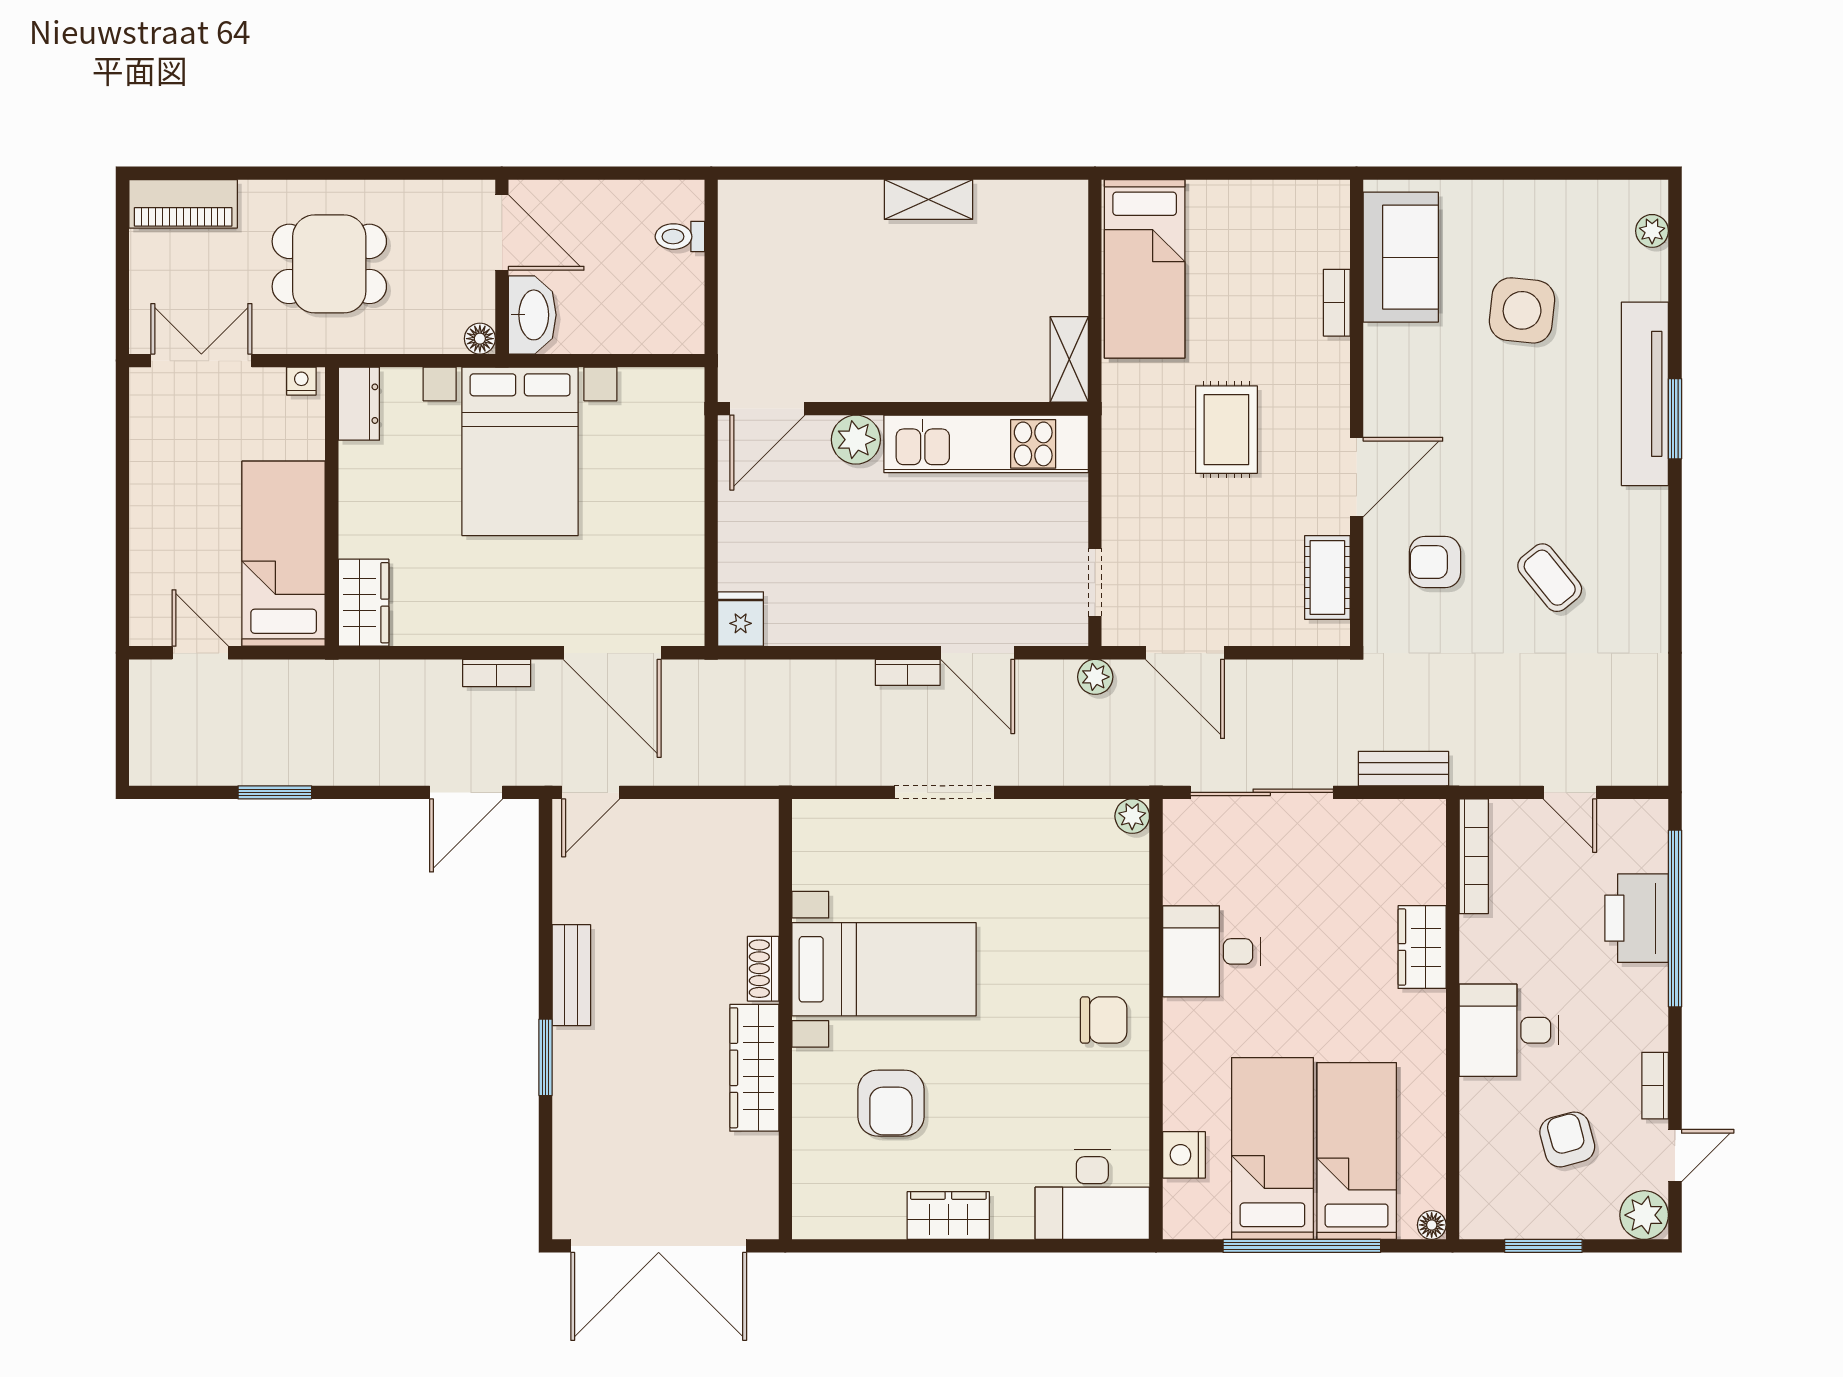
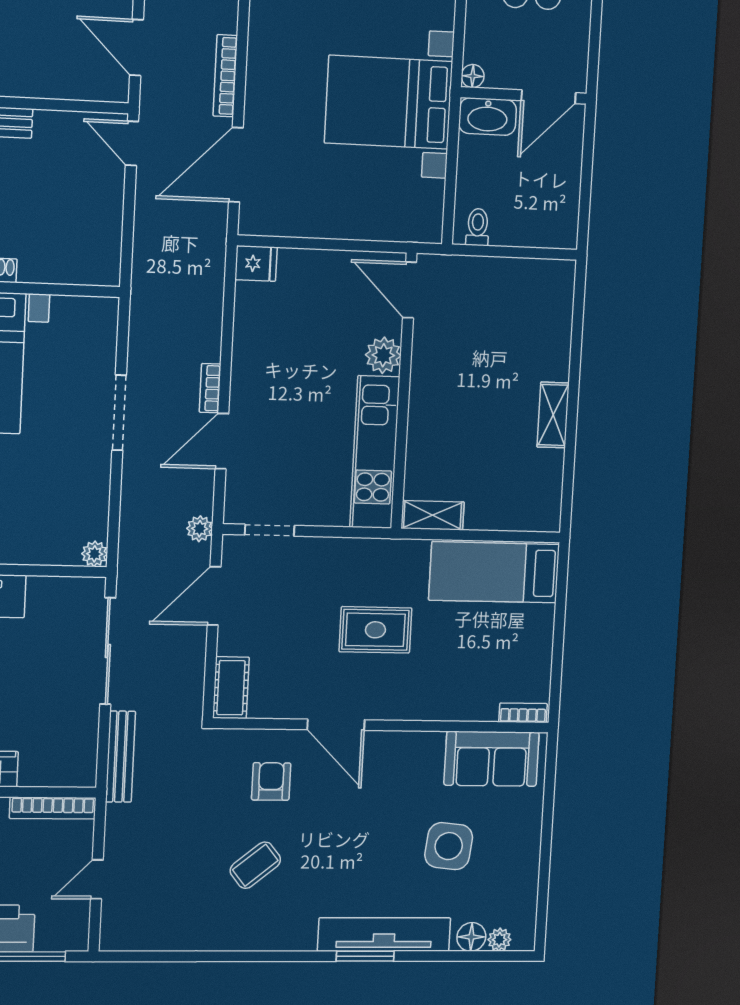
toilet: (680, 237) -> (478, 227), moved
floor lamp: (1648, 271) -> (471, 937), added
bookcase: (1337, 303) -> (523, 713), moved
cot: (1327, 578) -> (231, 688), moved, turned 90
bookcase: (497, 673) -> (225, 76), width x1.56
bench: (1403, 769) -> (120, 757), width x1.36

